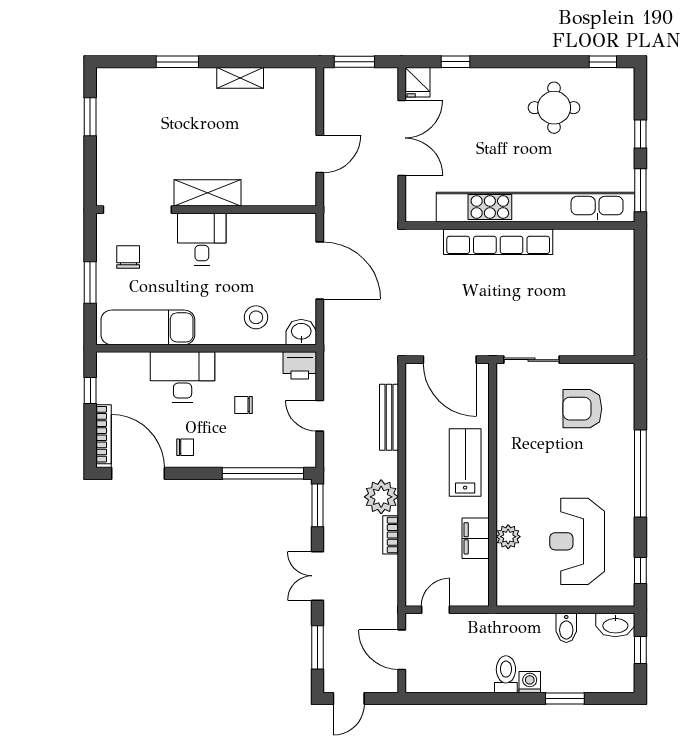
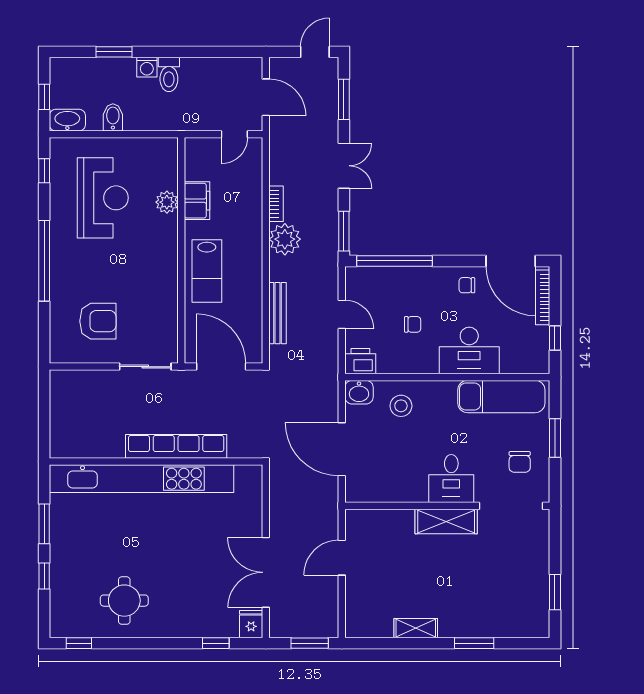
kitchen unit: (536, 207) -> (141, 479), moved
wall: (520, 226) -> (156, 462), moved
row of seats: (498, 242) -> (176, 446), moved

